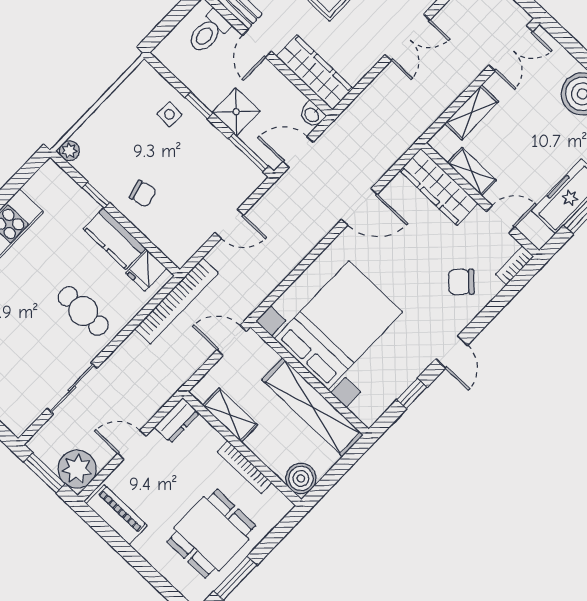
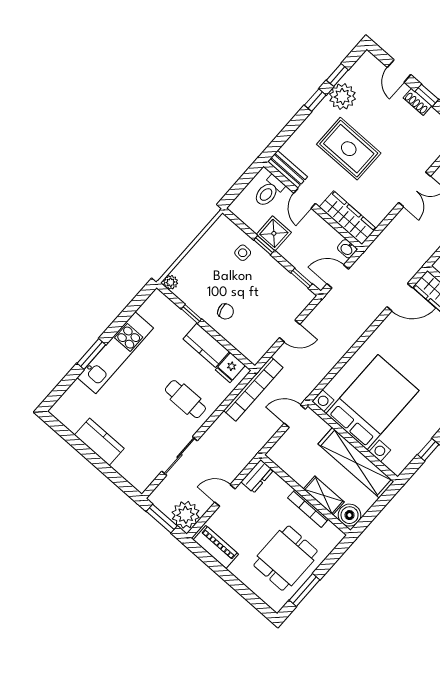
shower: (236, 112) -> (274, 233), moved
window: (248, 152) -> (302, 278), width x0.67
door: (359, 207) -> (400, 297), moved
shelving: (230, 415) -> (324, 495), moved

